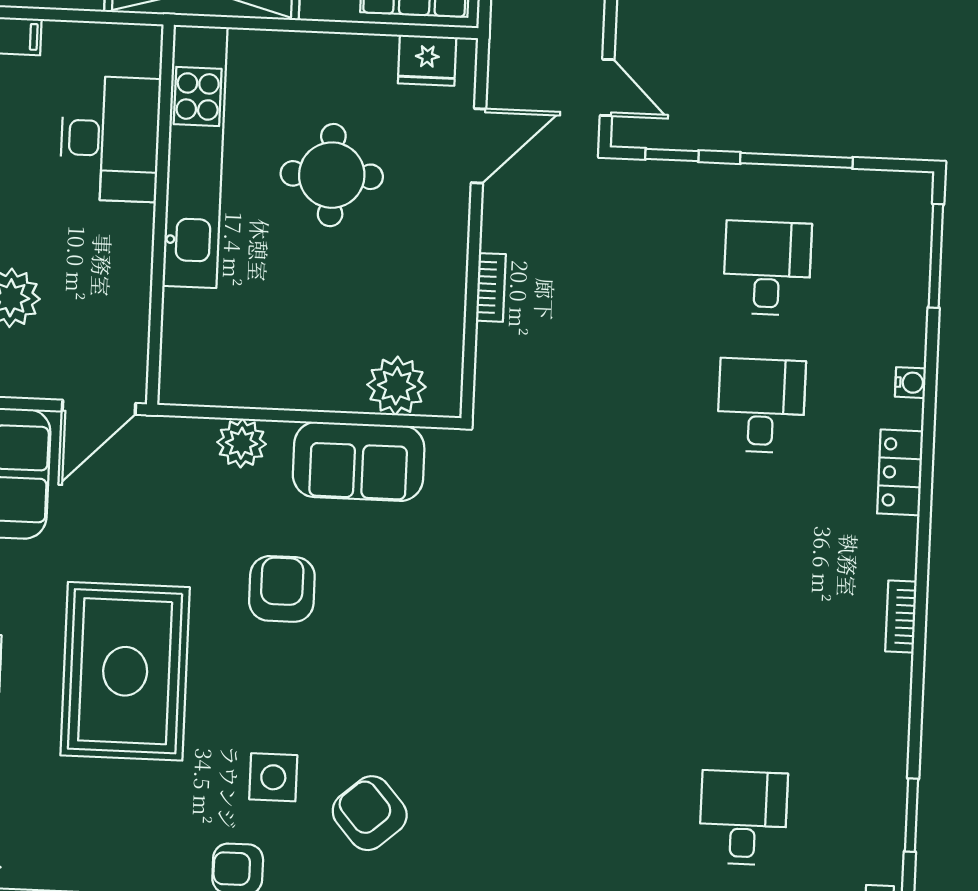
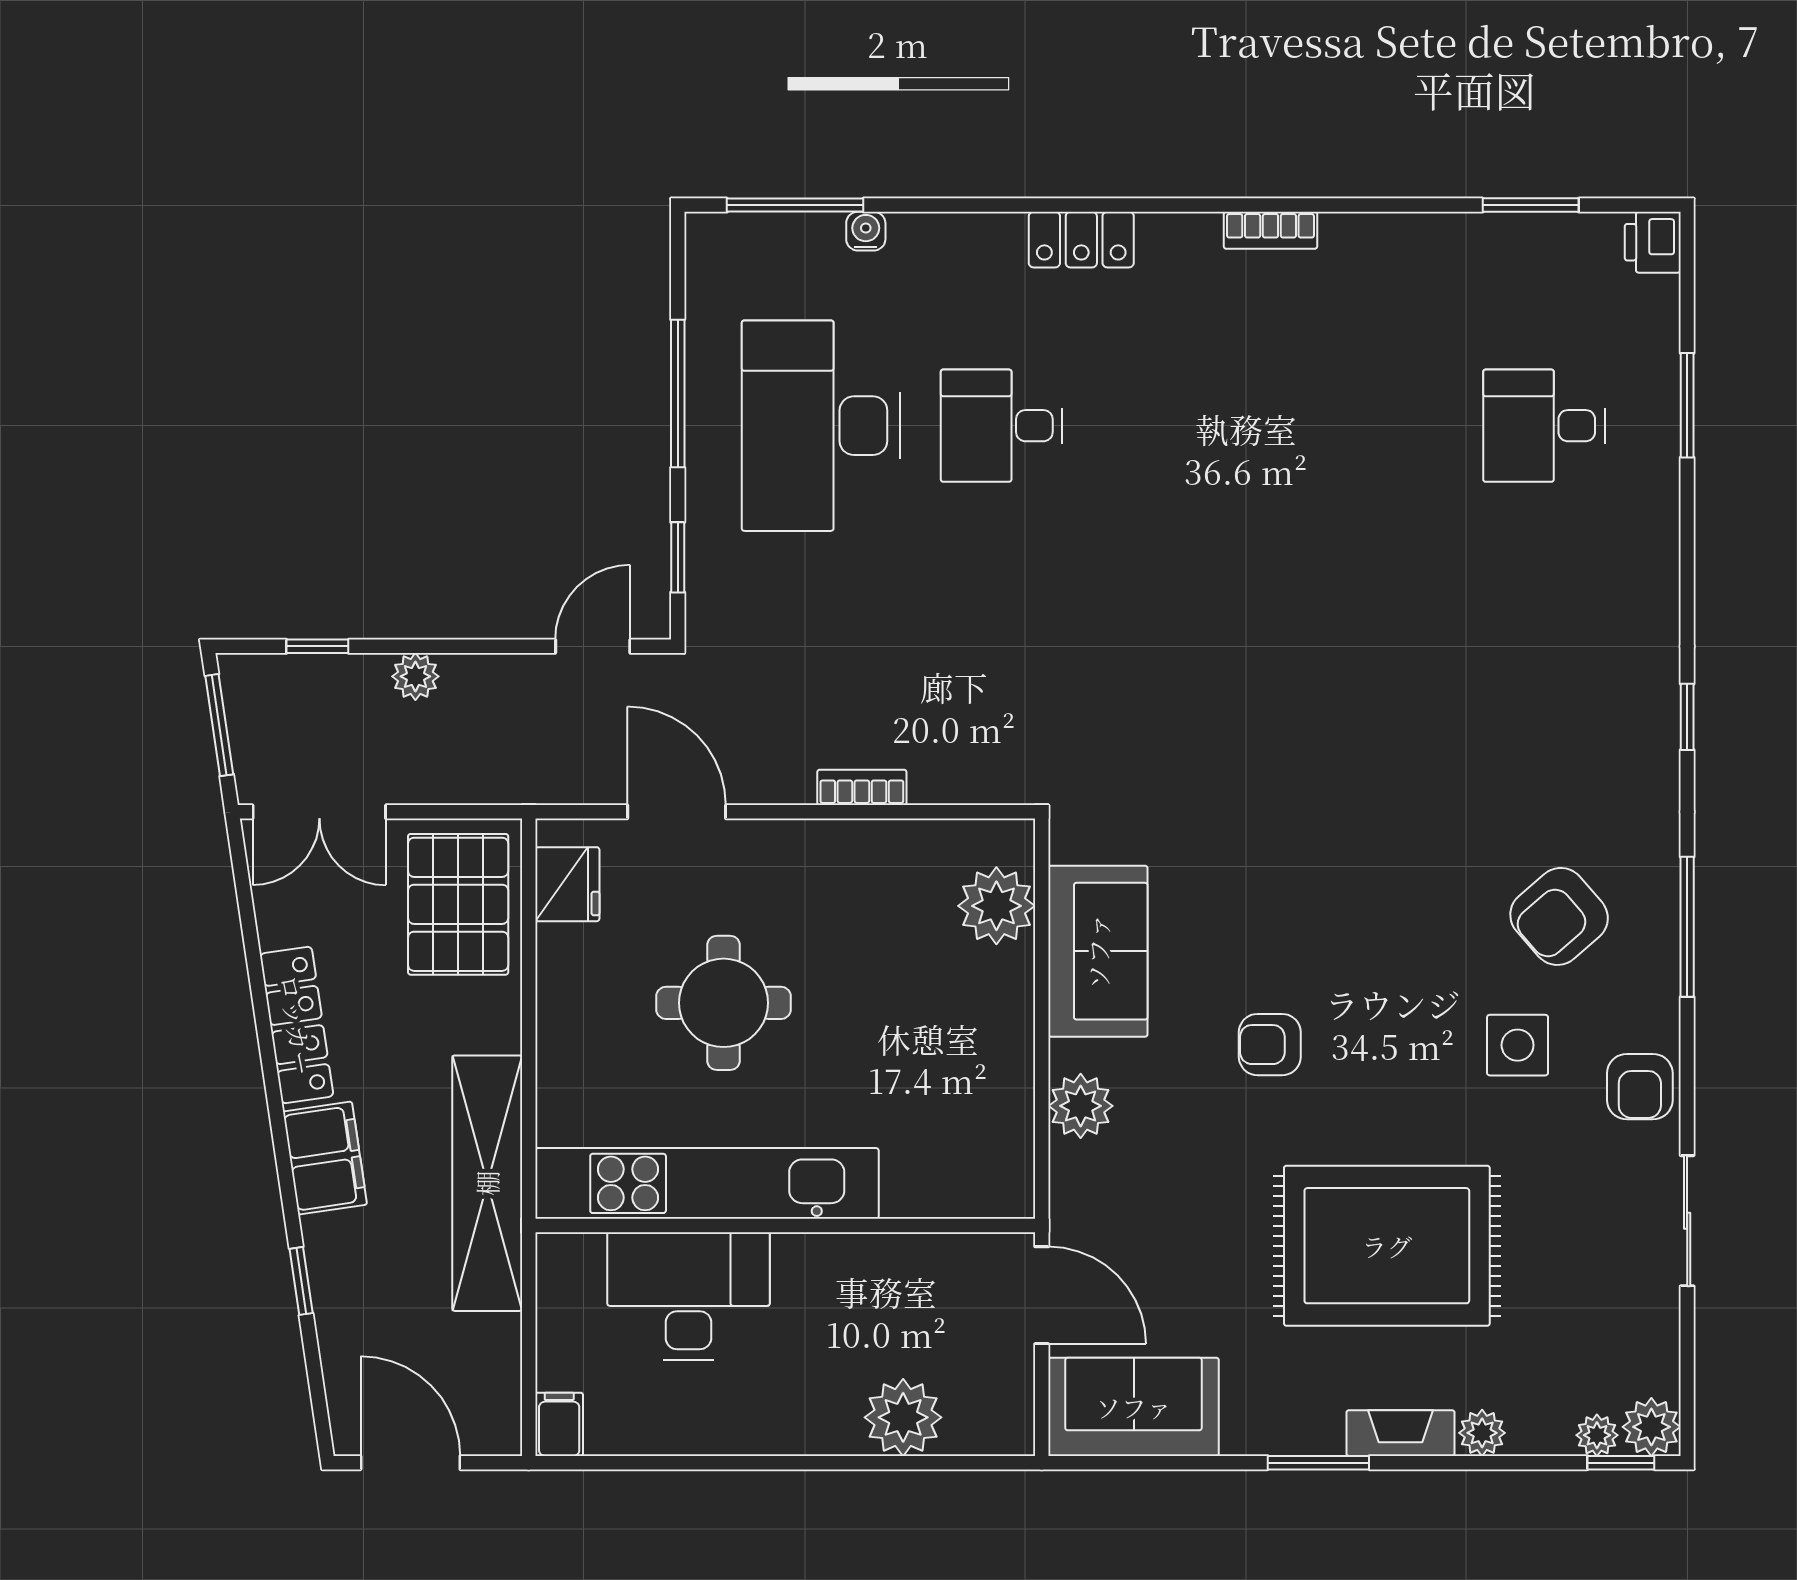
desk: (767, 268) -> (821, 426), width x1.87, depth x1.30
water cooler: (910, 383) -> (866, 231), moved
armchair: (282, 589) -> (1270, 1045), width x0.72, depth x0.72

